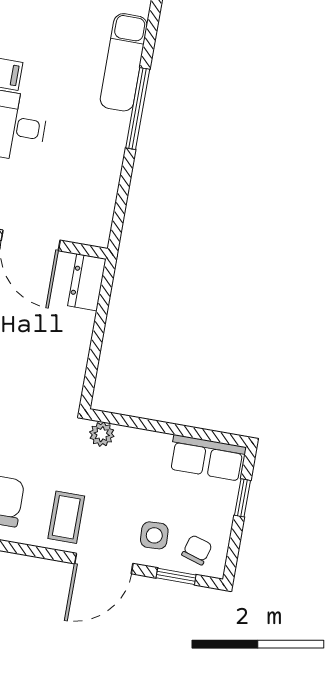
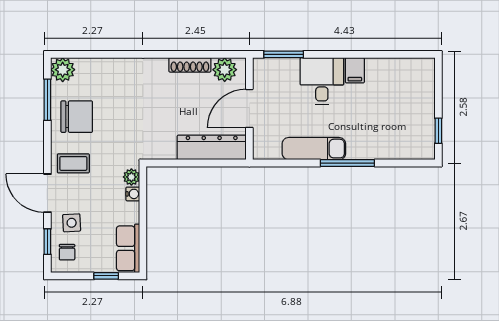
exam couch: (124, 62) -> (314, 149), moved
dresser: (87, 282) -> (212, 147), width x1.96, depth x1.24
water cooler: (127, 437) -> (133, 194), added
chair: (197, 550) -> (67, 252), turned 73

